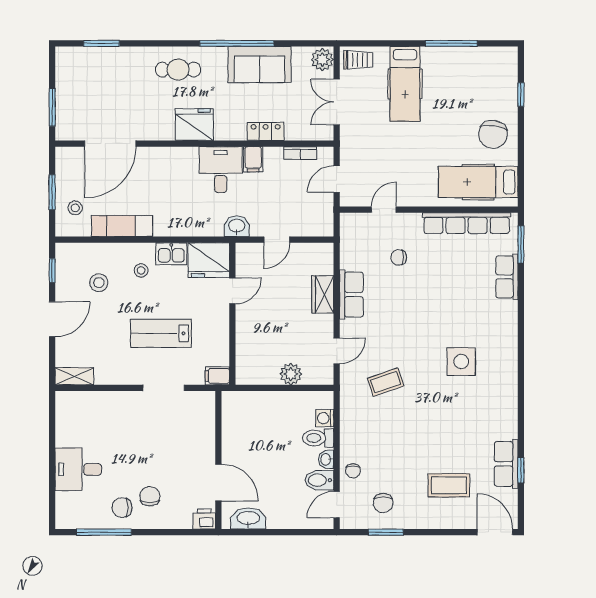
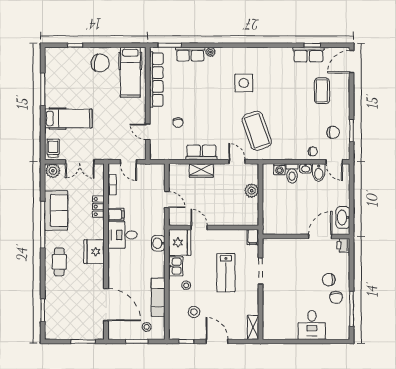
washbasin: (237, 226) -> (158, 243), moved
plant: (510, 309) -> (211, 52), added
coffee table: (386, 382) -> (257, 131), width x1.86, depth x1.72

